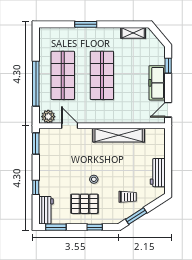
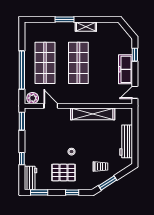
shelving: (133, 33) -> (86, 27), moved
workbench: (158, 173) -> (126, 141), width x1.37

